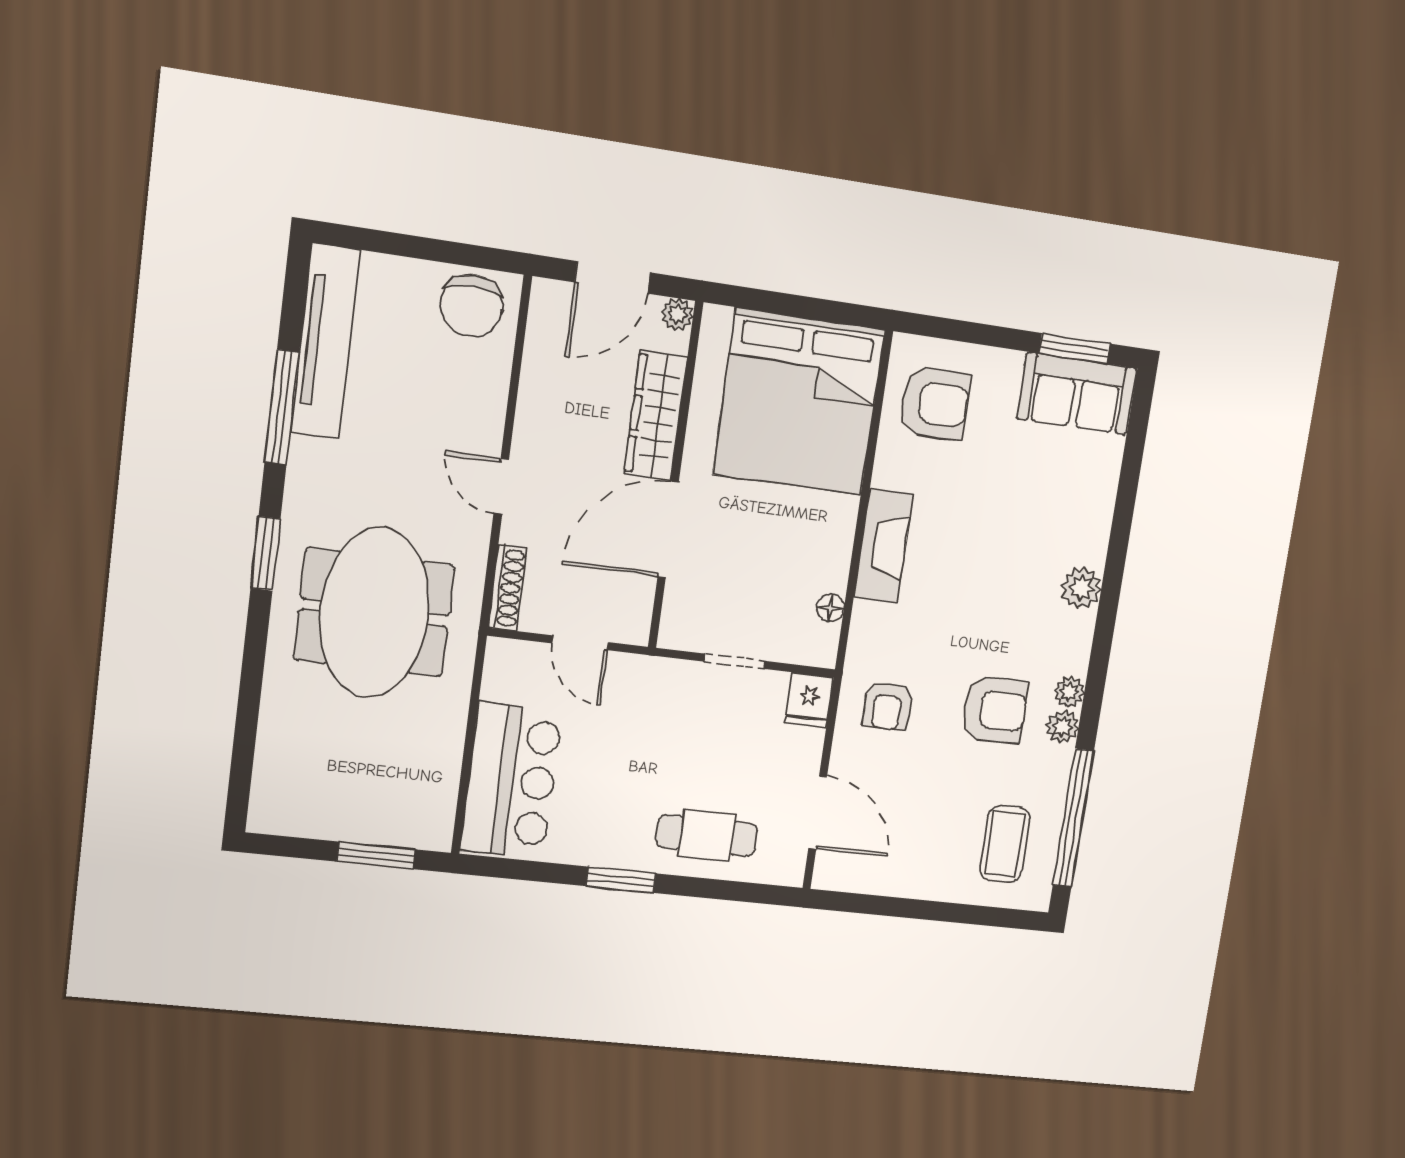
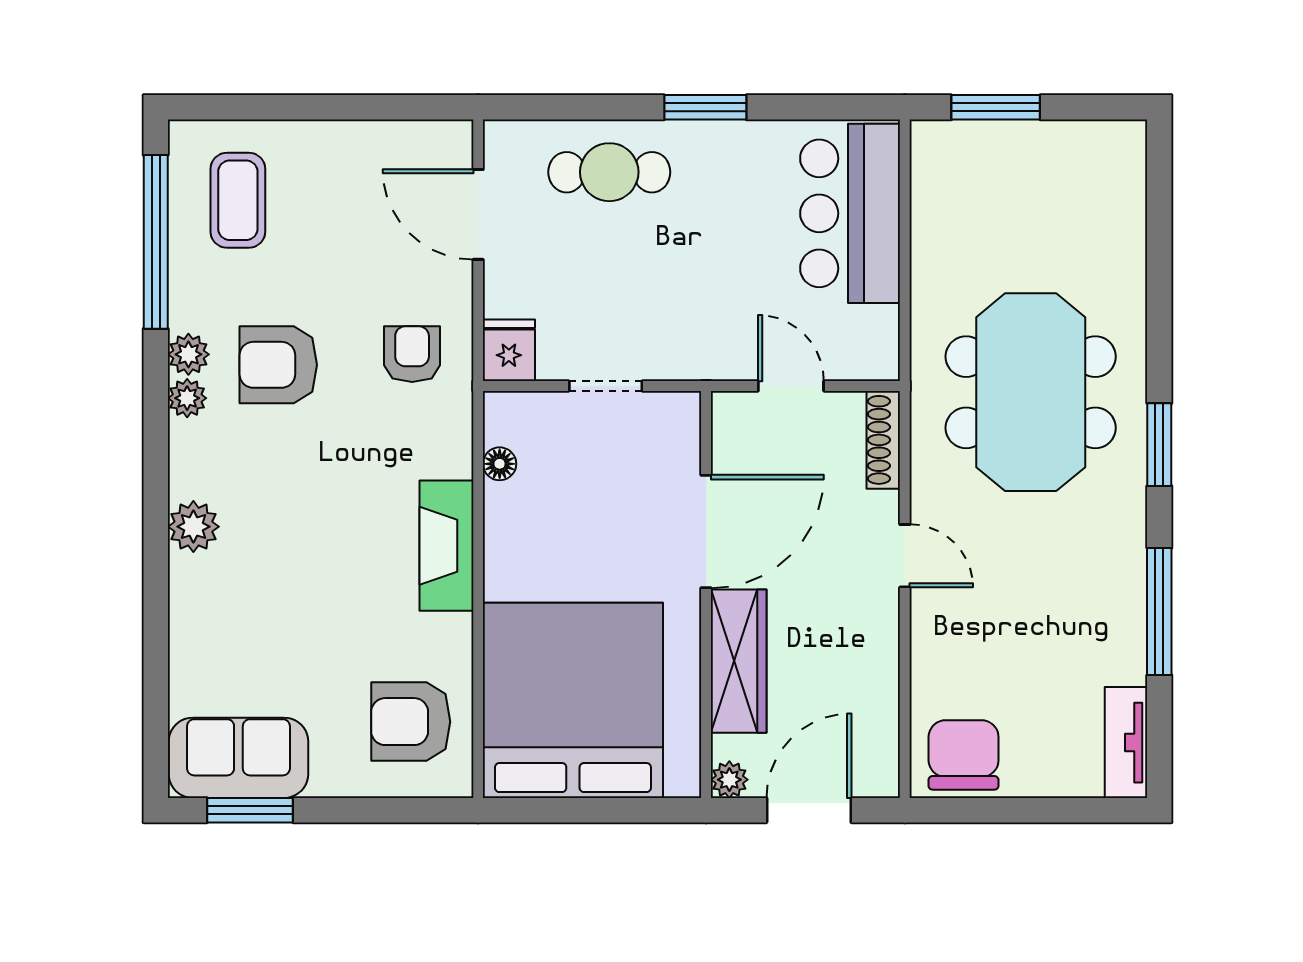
tv unit: (325, 341) -> (1126, 743), width x0.52, depth x0.78

